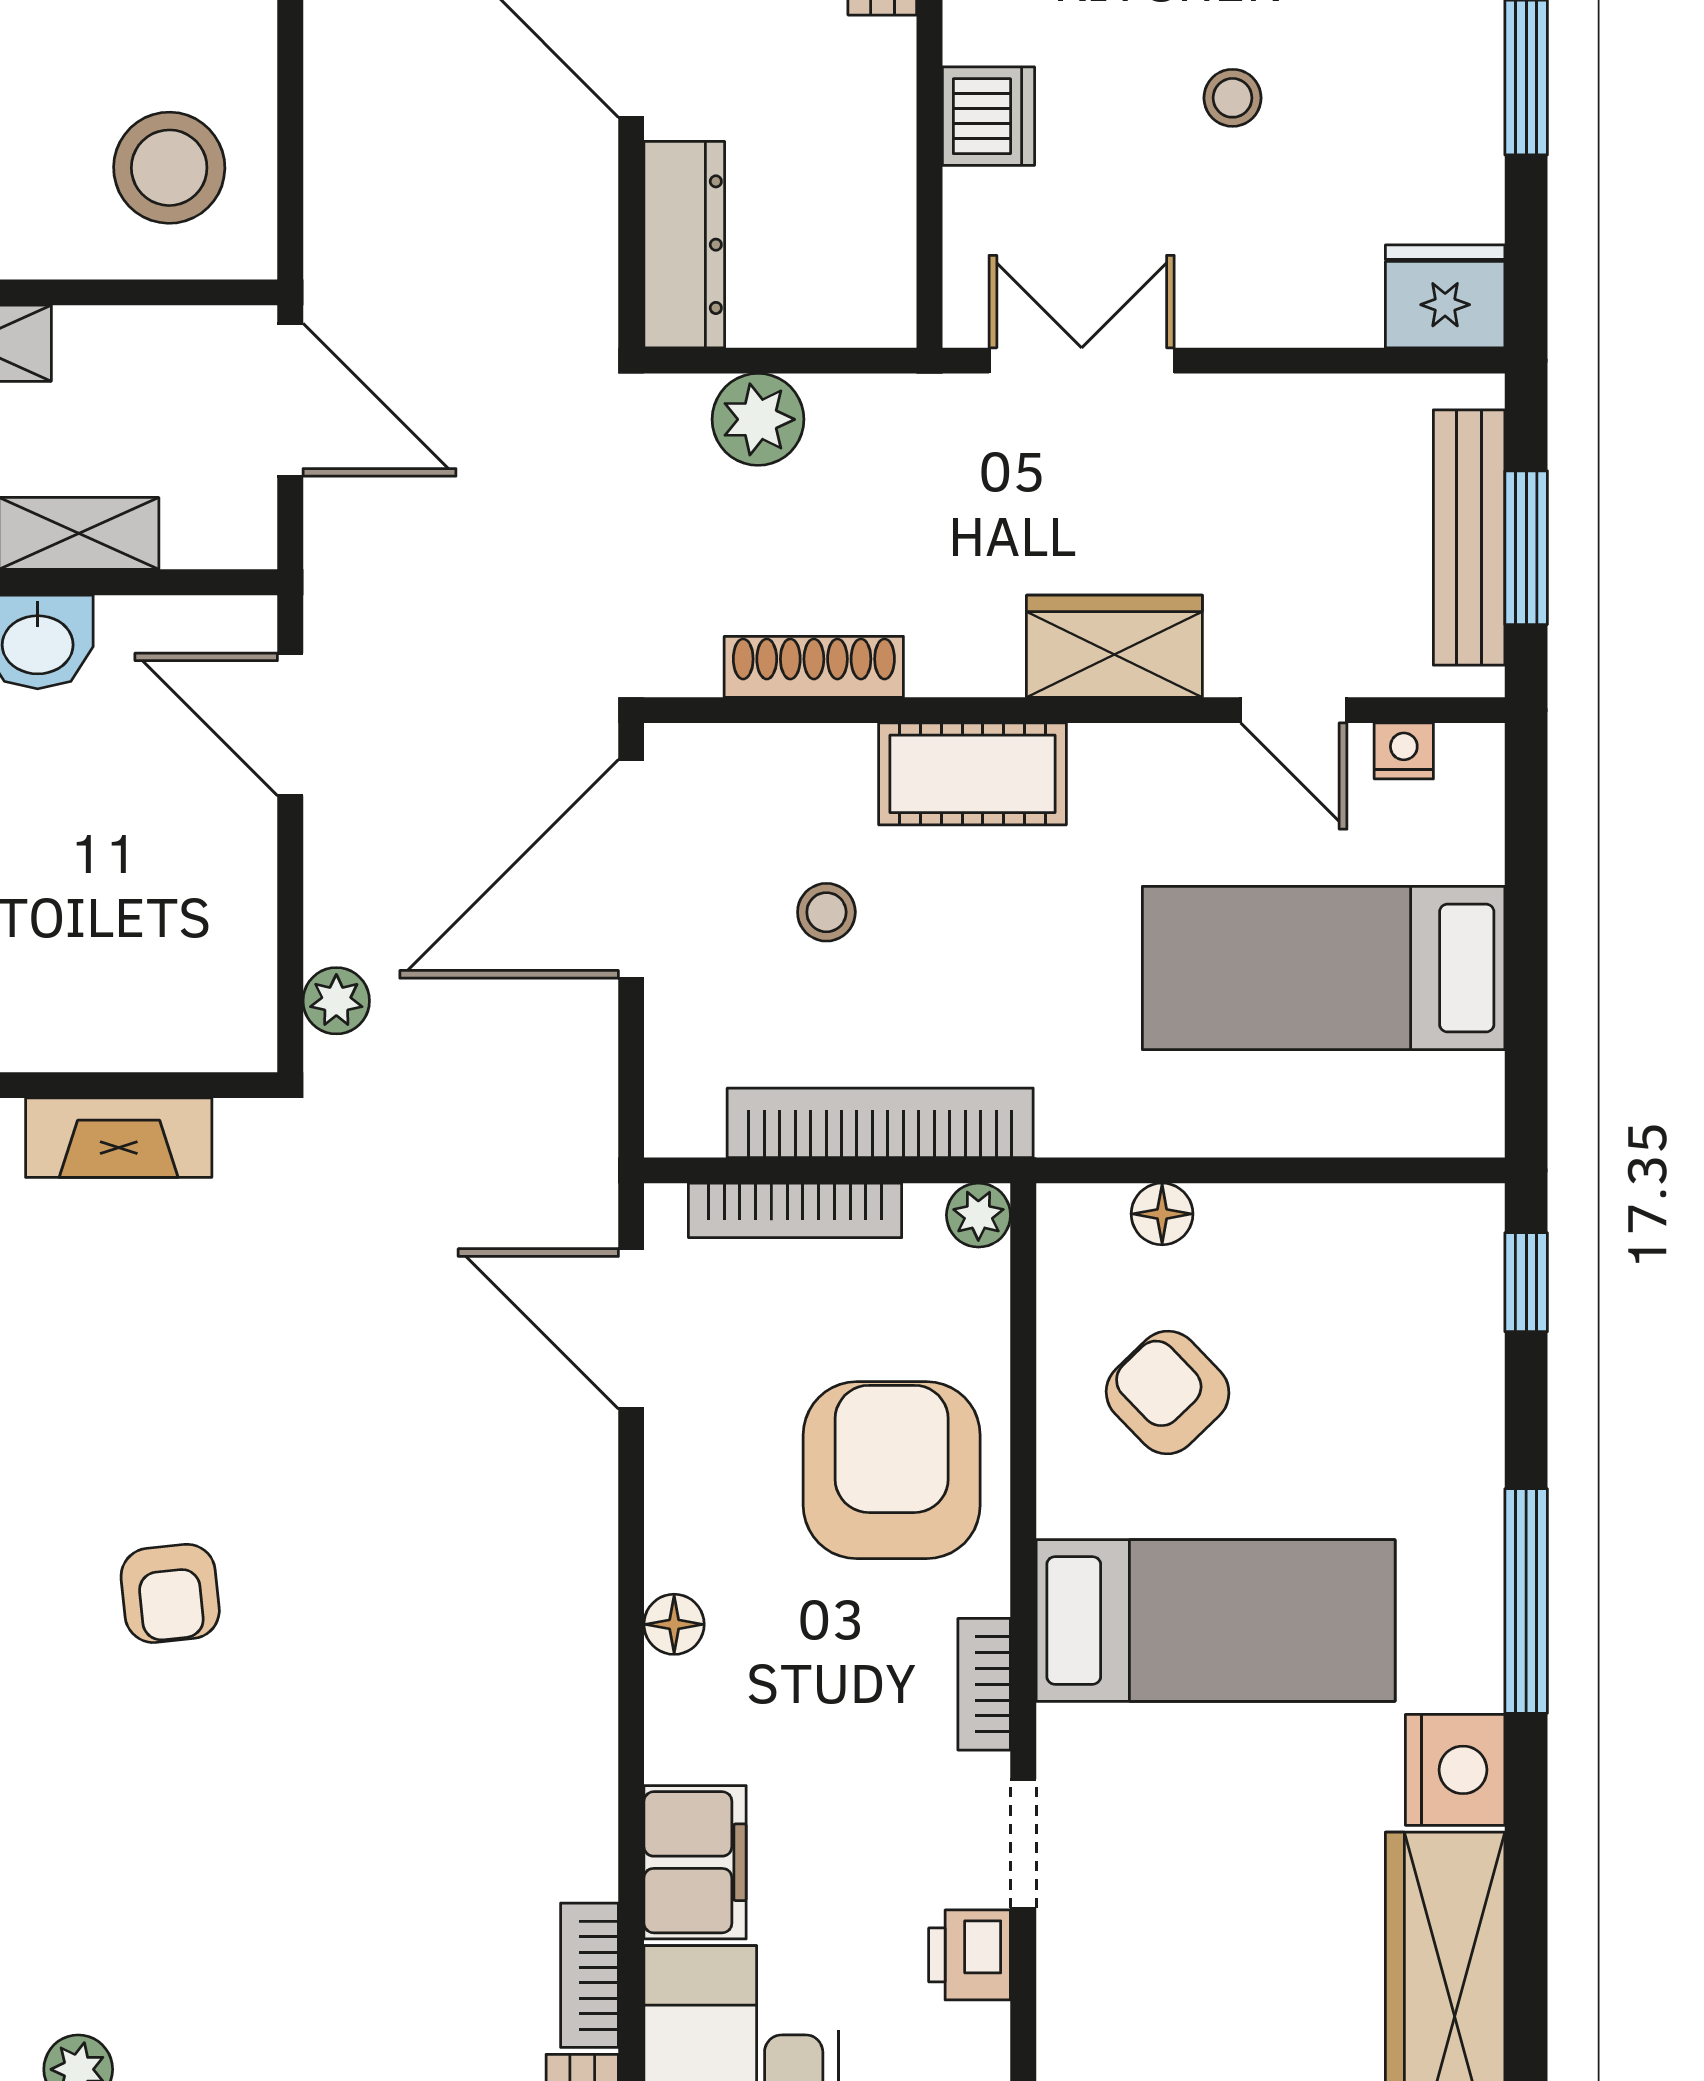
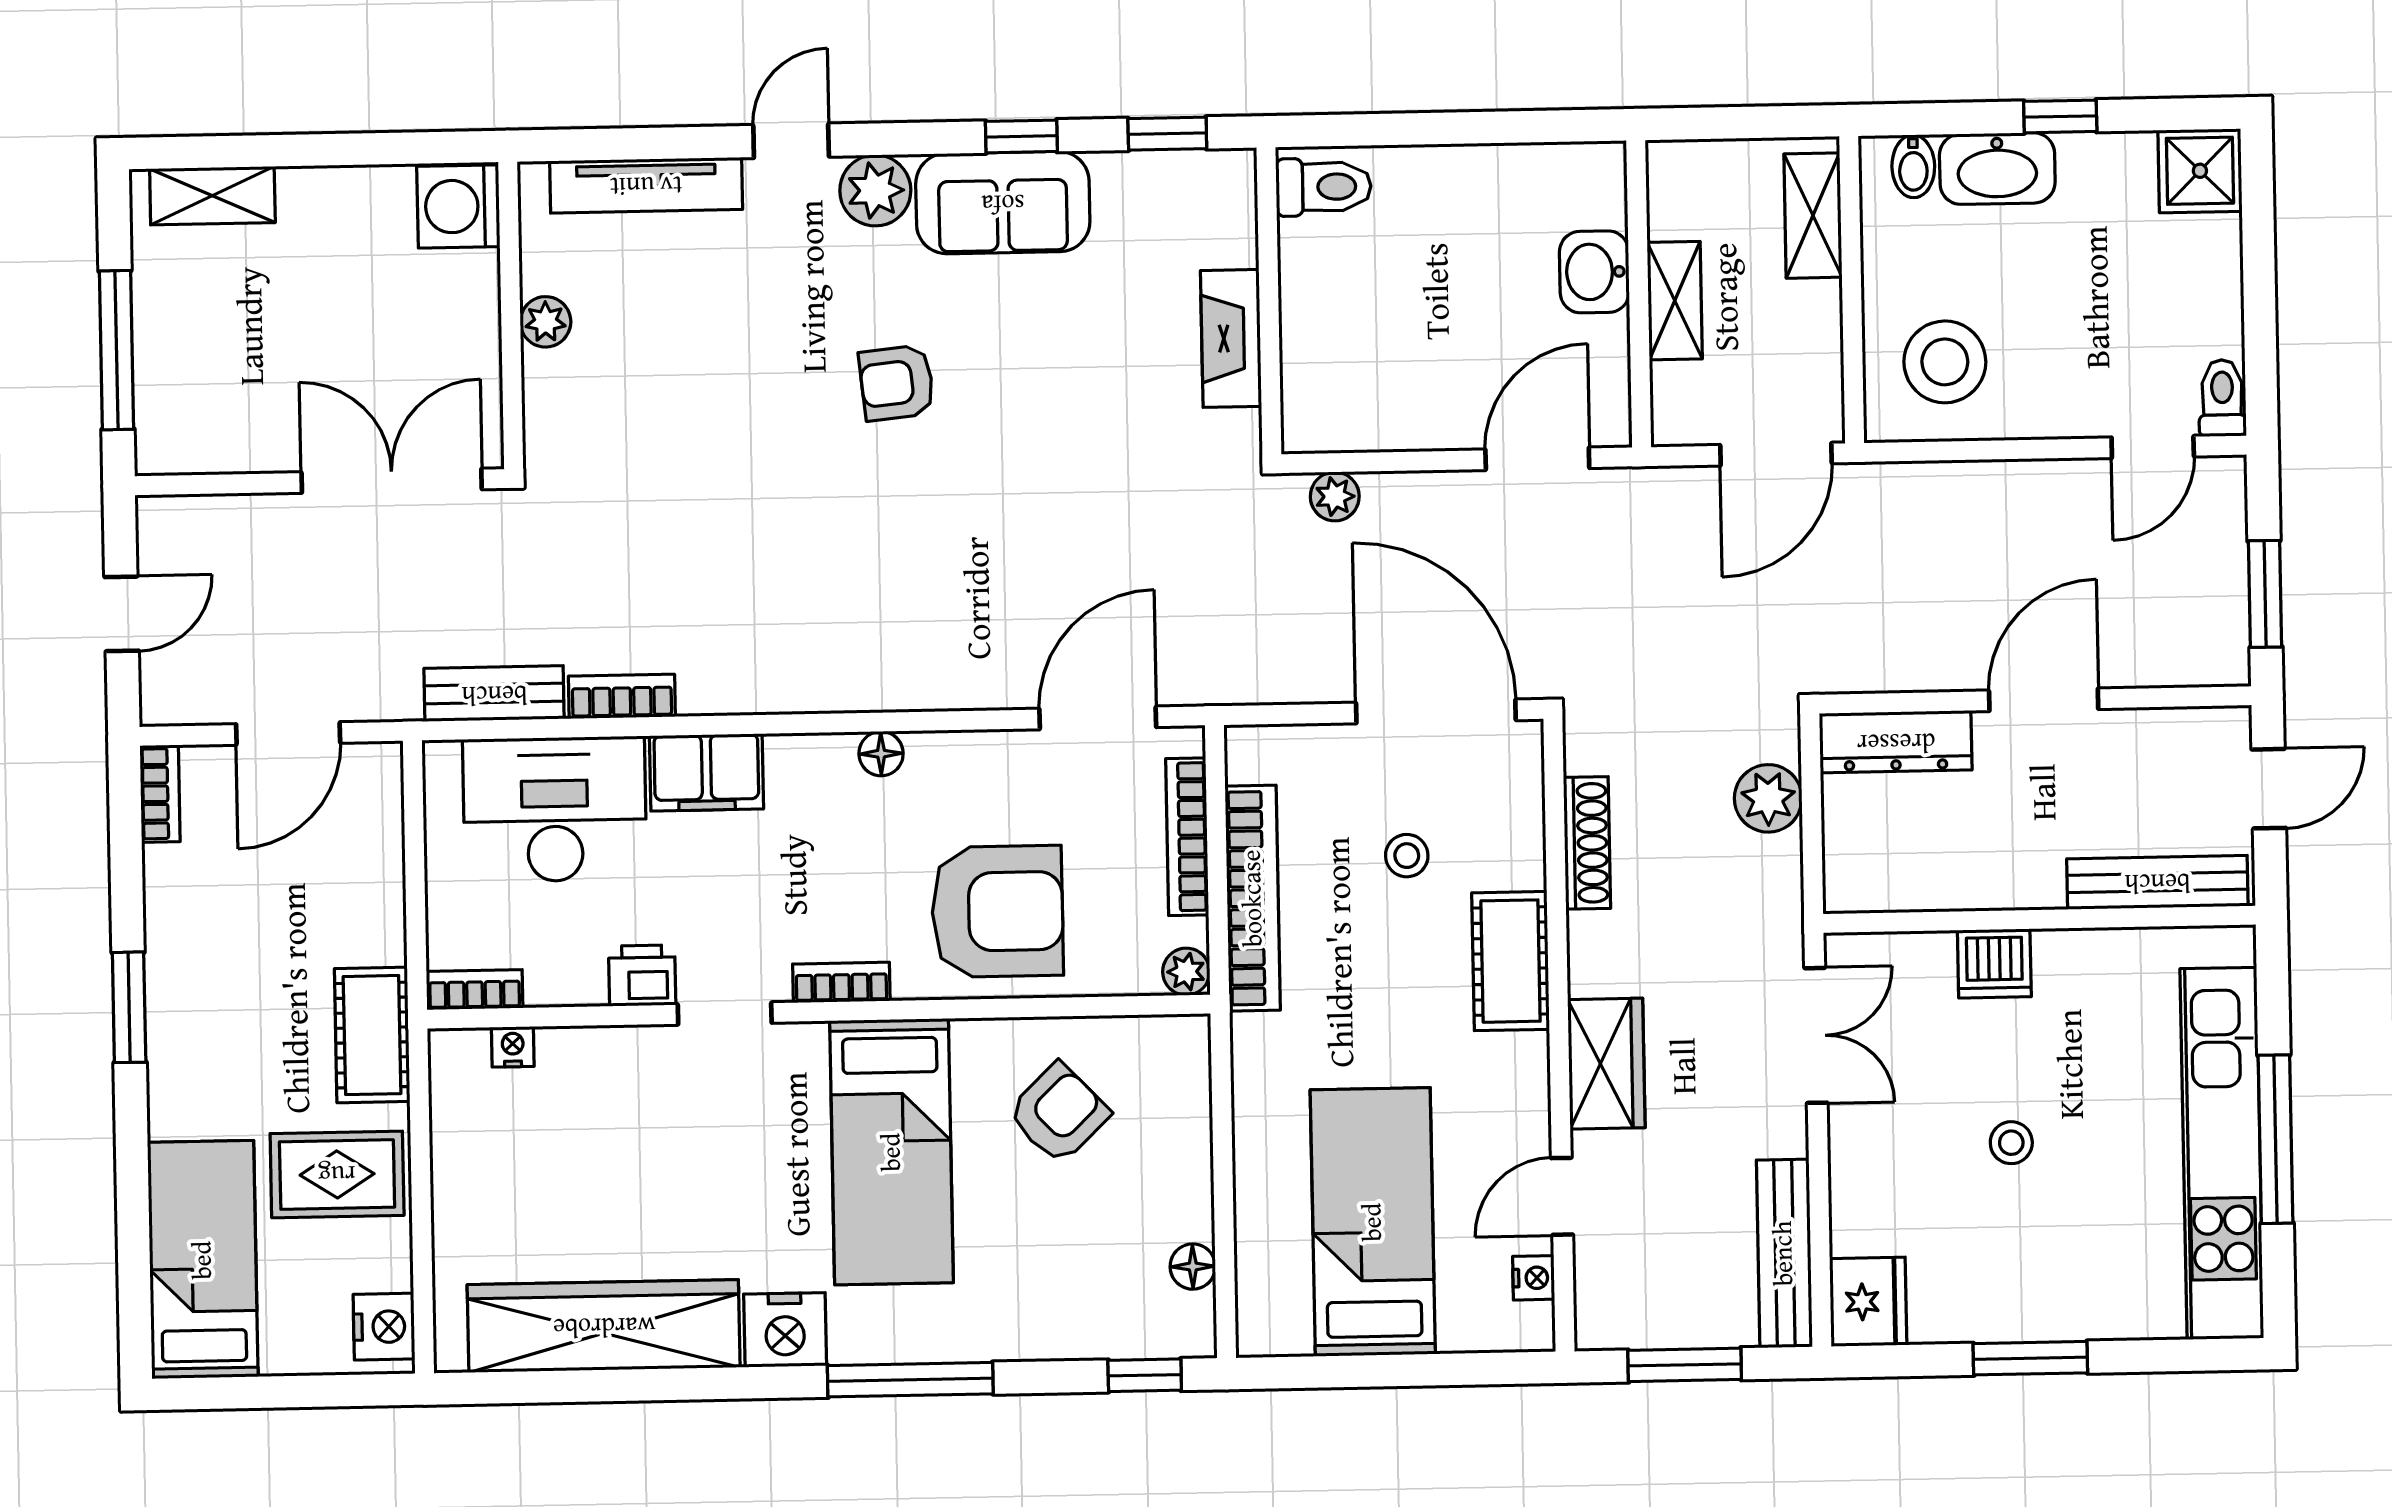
bench: (1469, 538) -> (1784, 1253), moved, turned 90
floor lamp: (1162, 1214) -> (1193, 1267), moved

